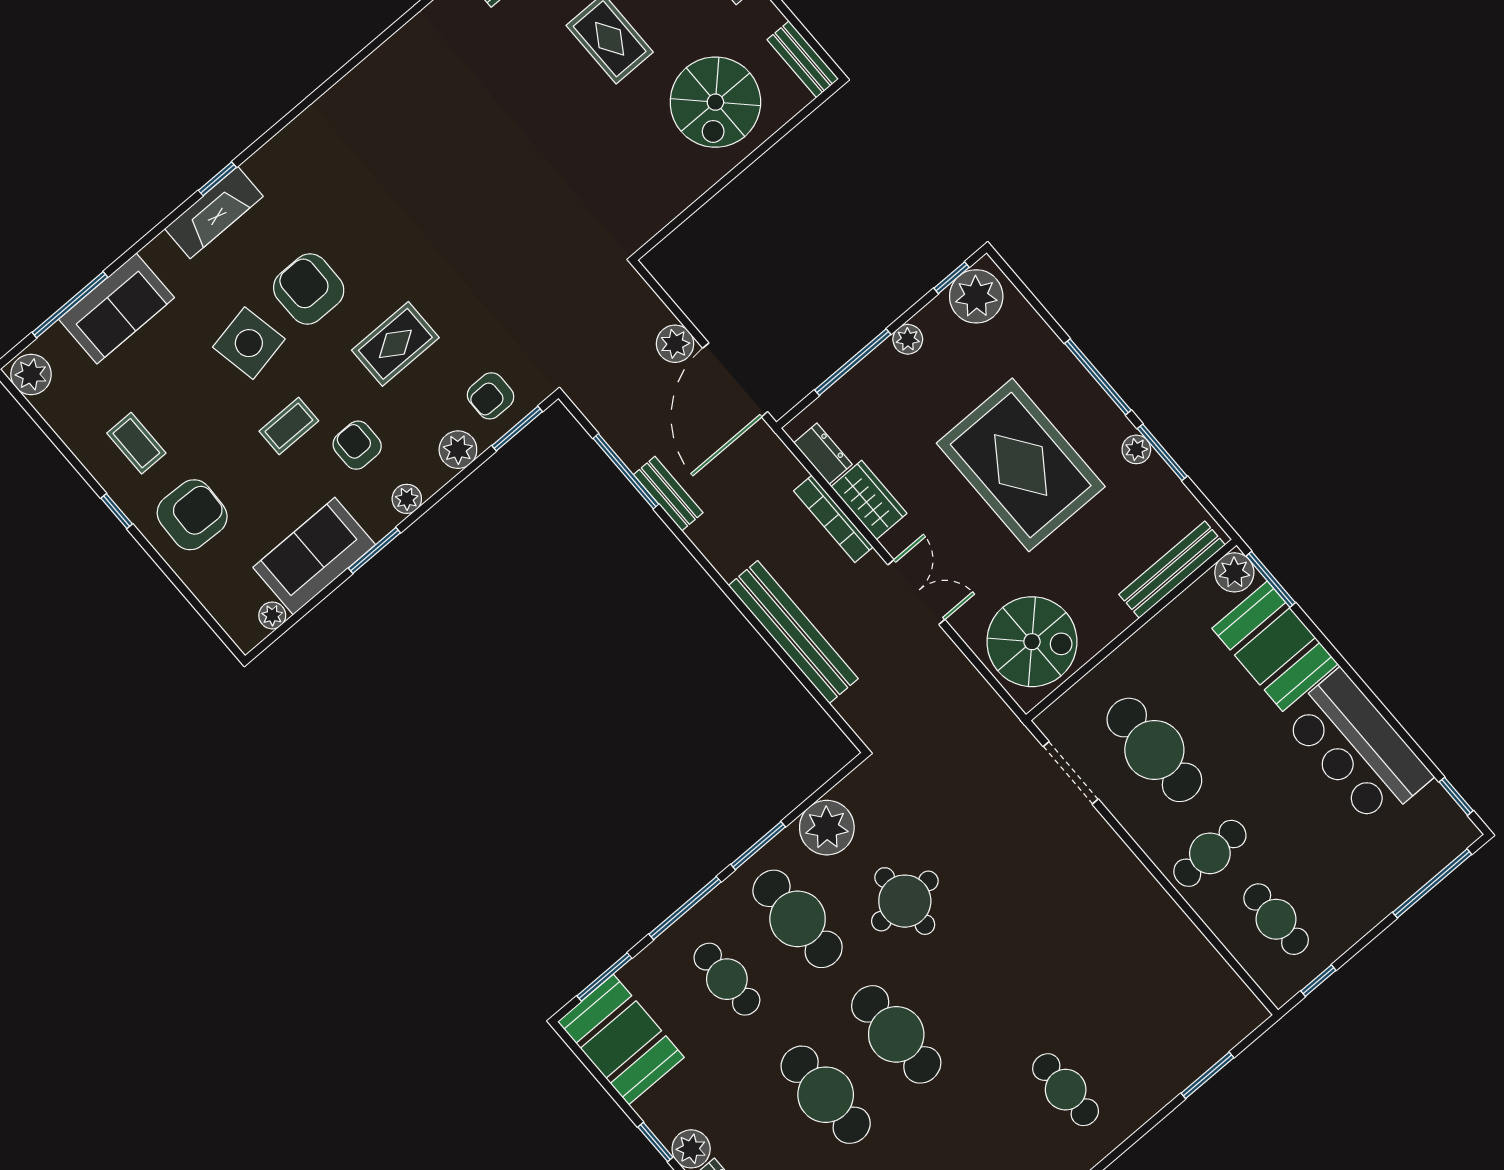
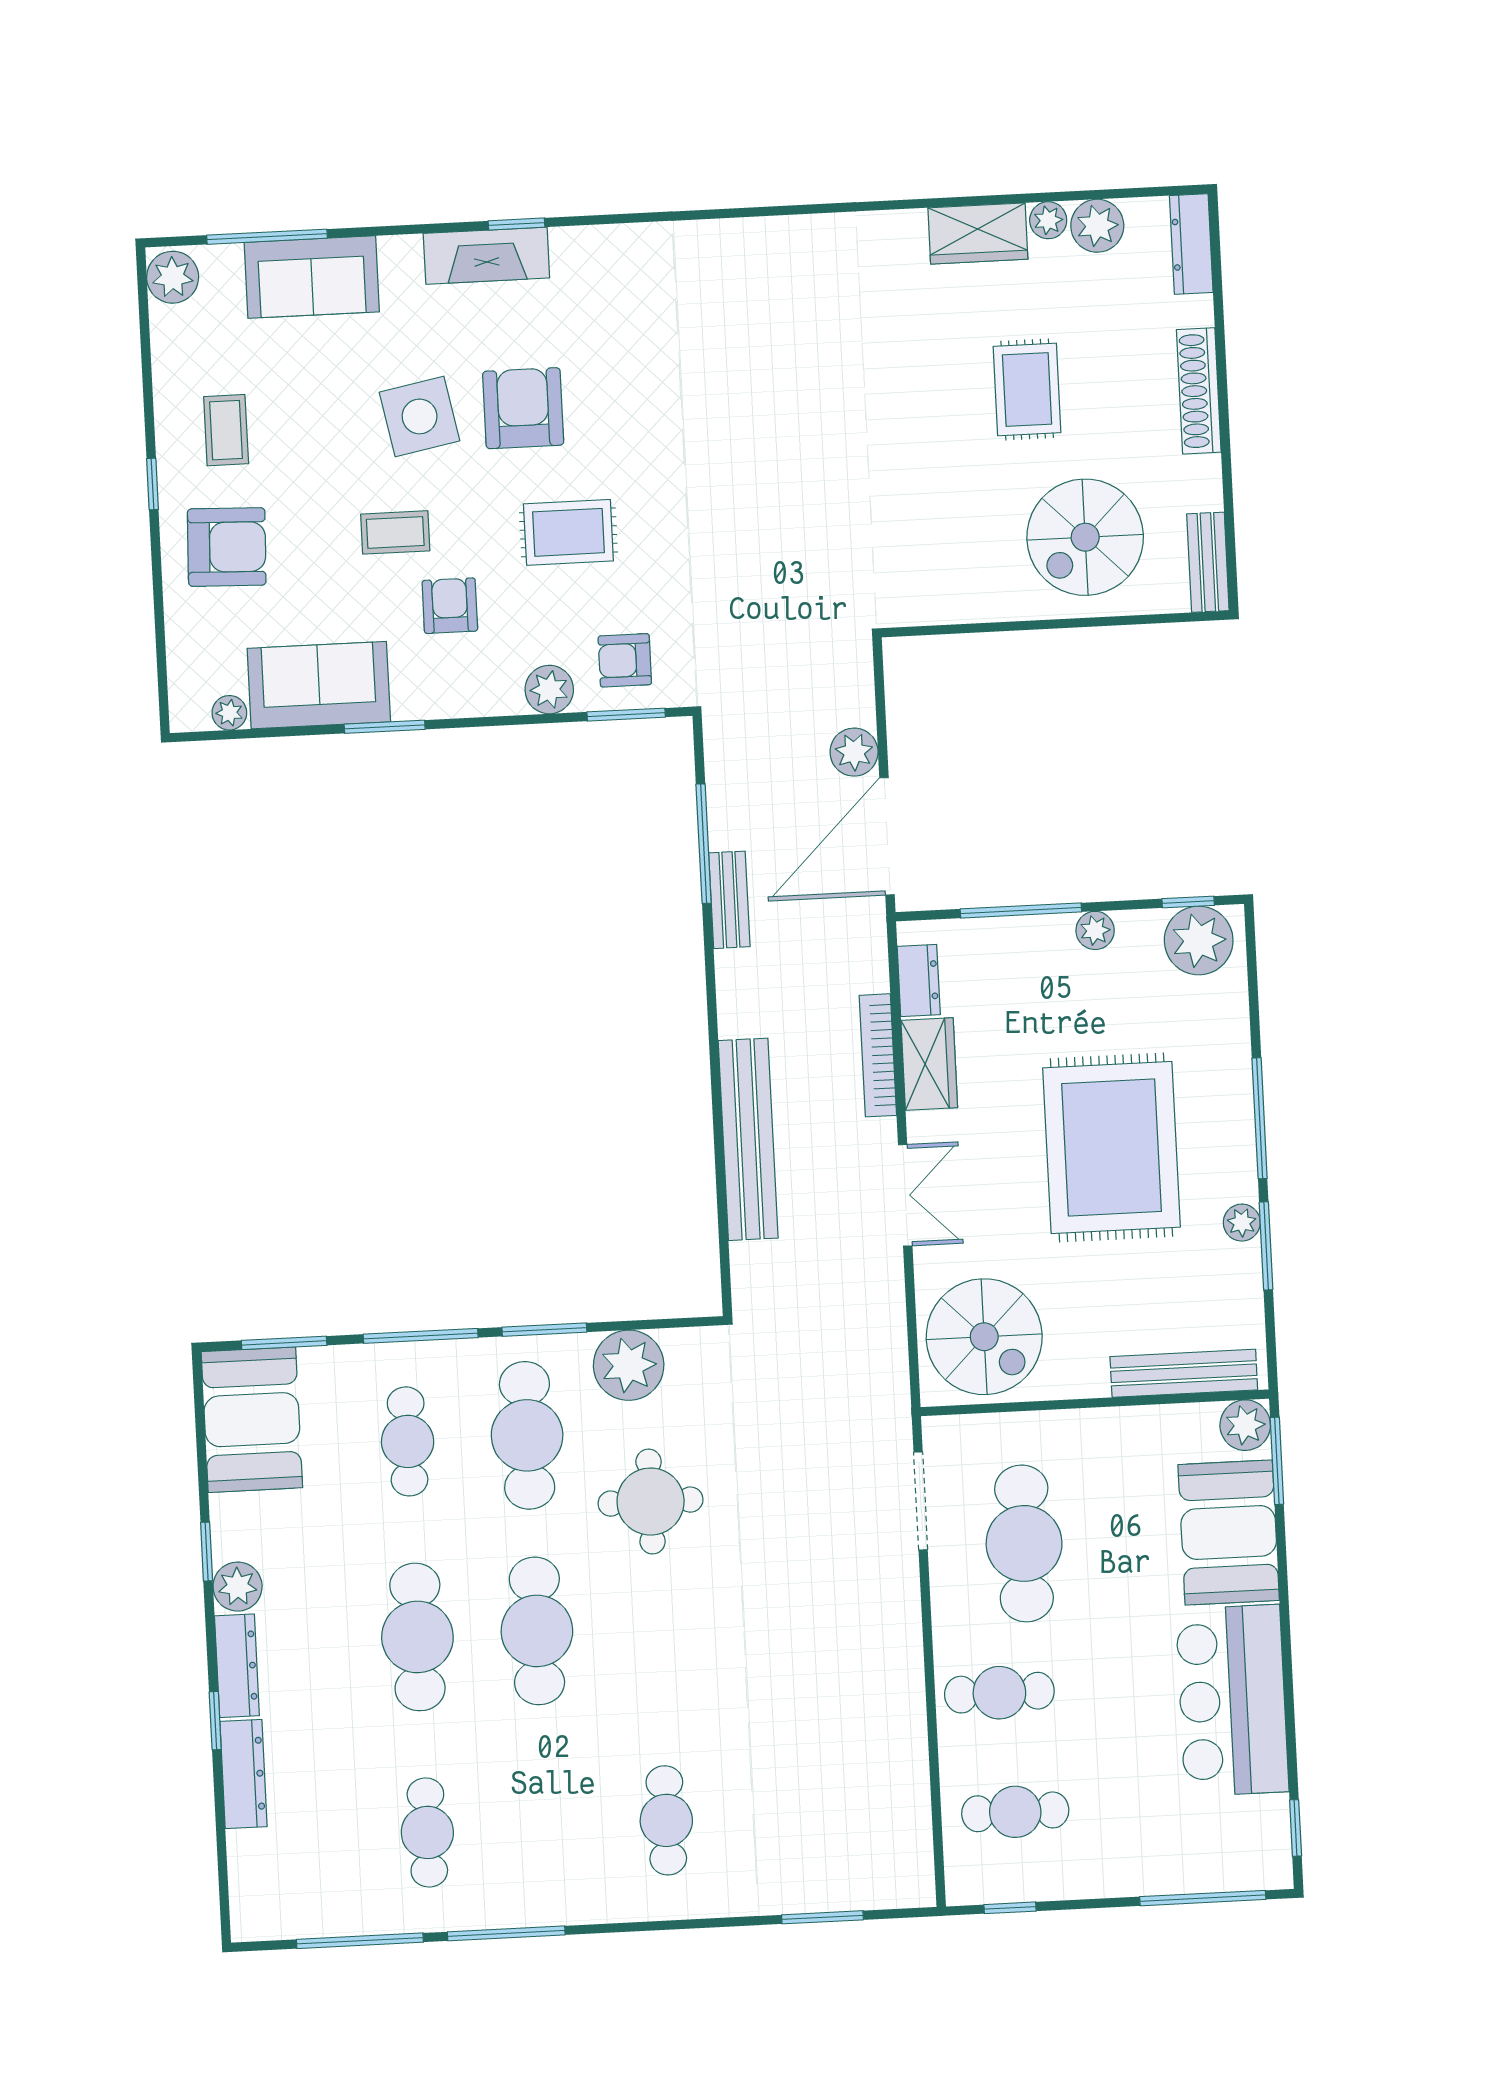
plant: (407, 499) -> (458, 700), removed
cafe table: (1276, 919) -> (1015, 1812), turned 90

